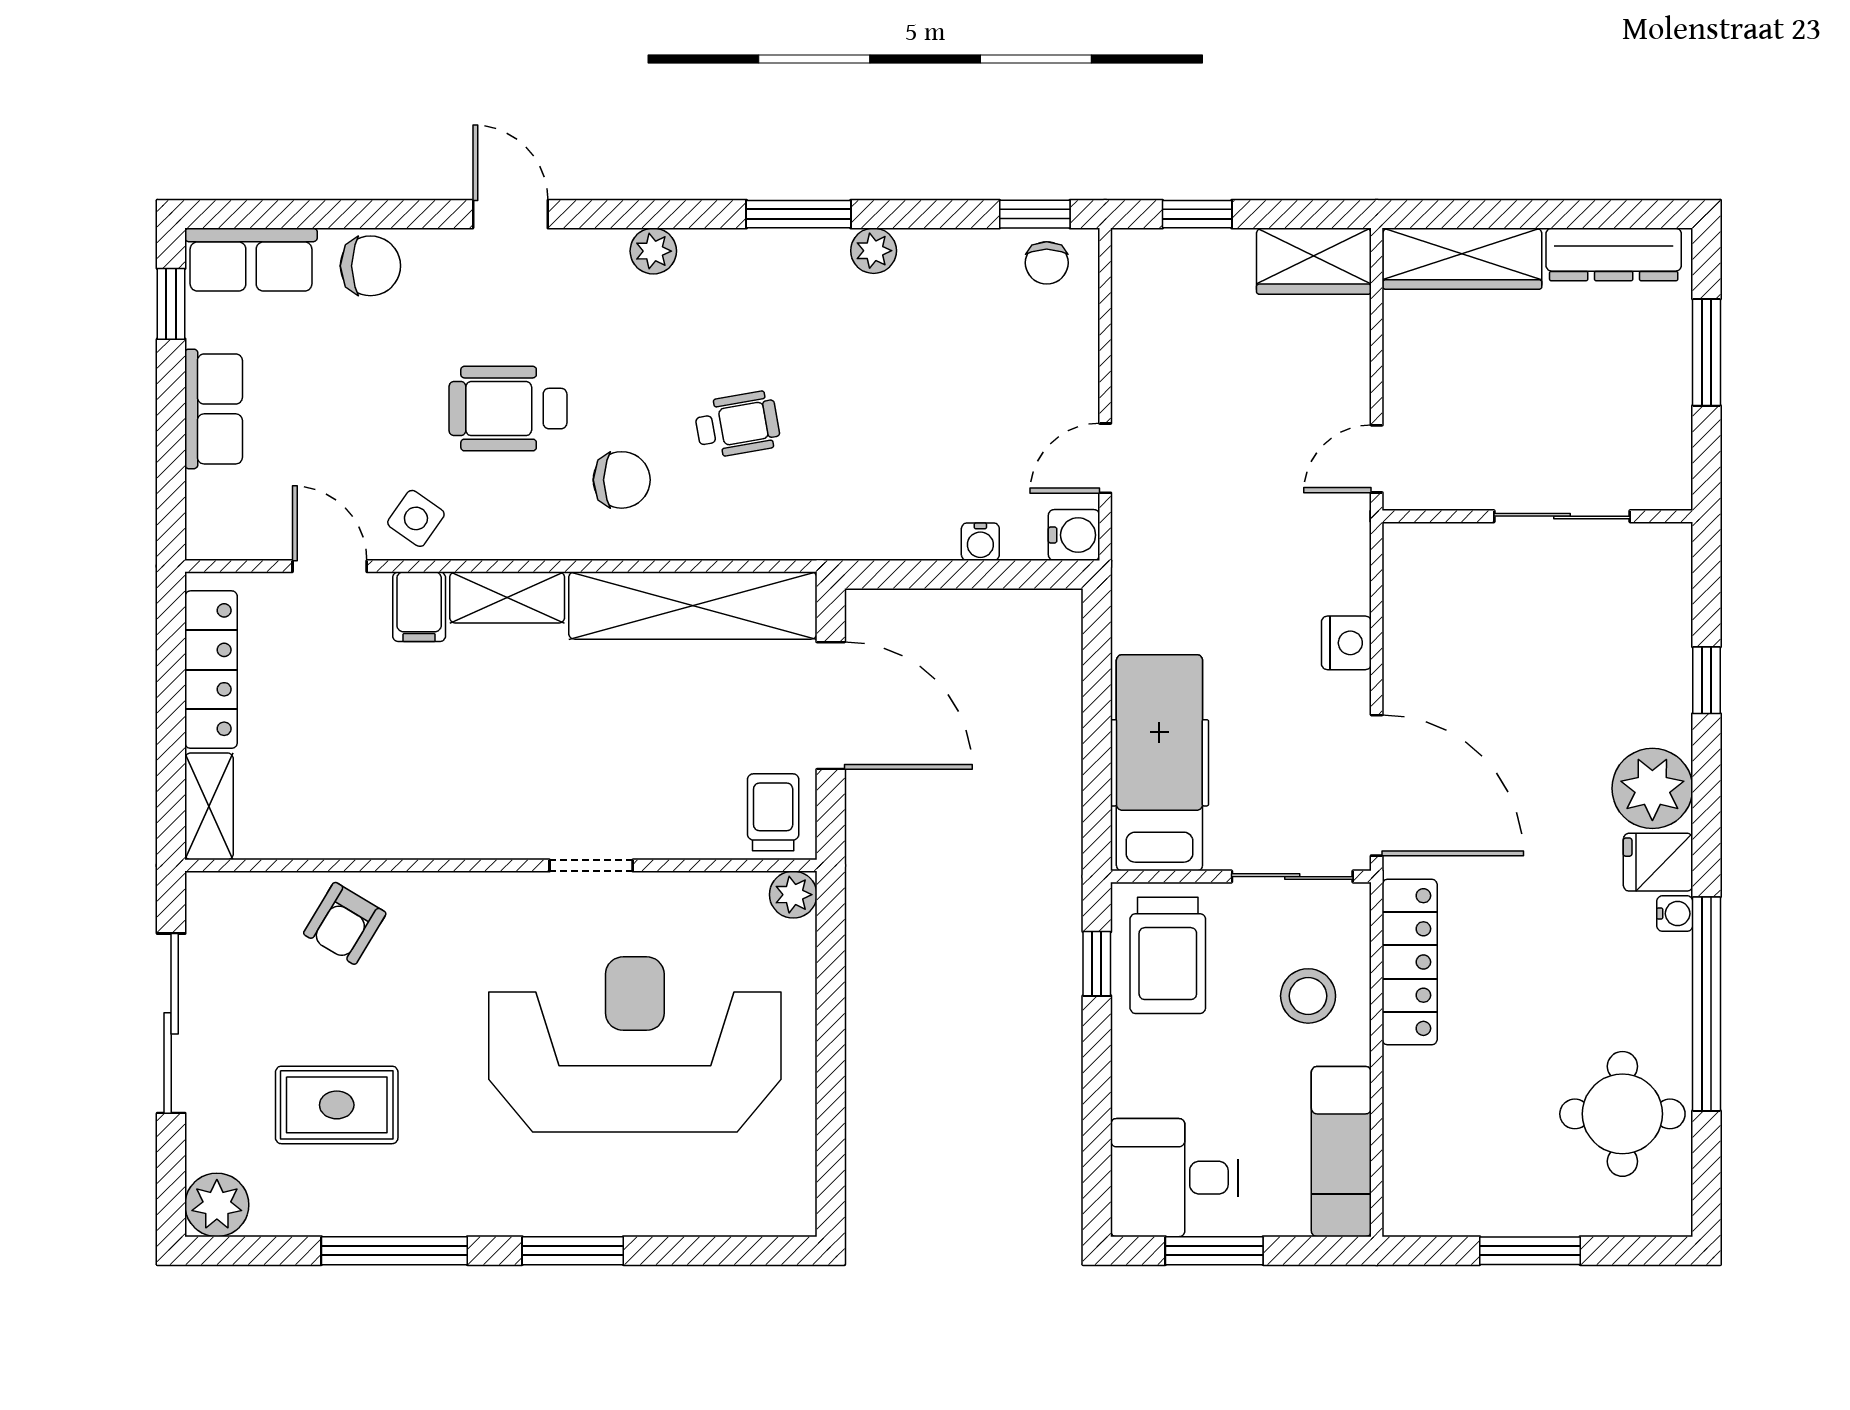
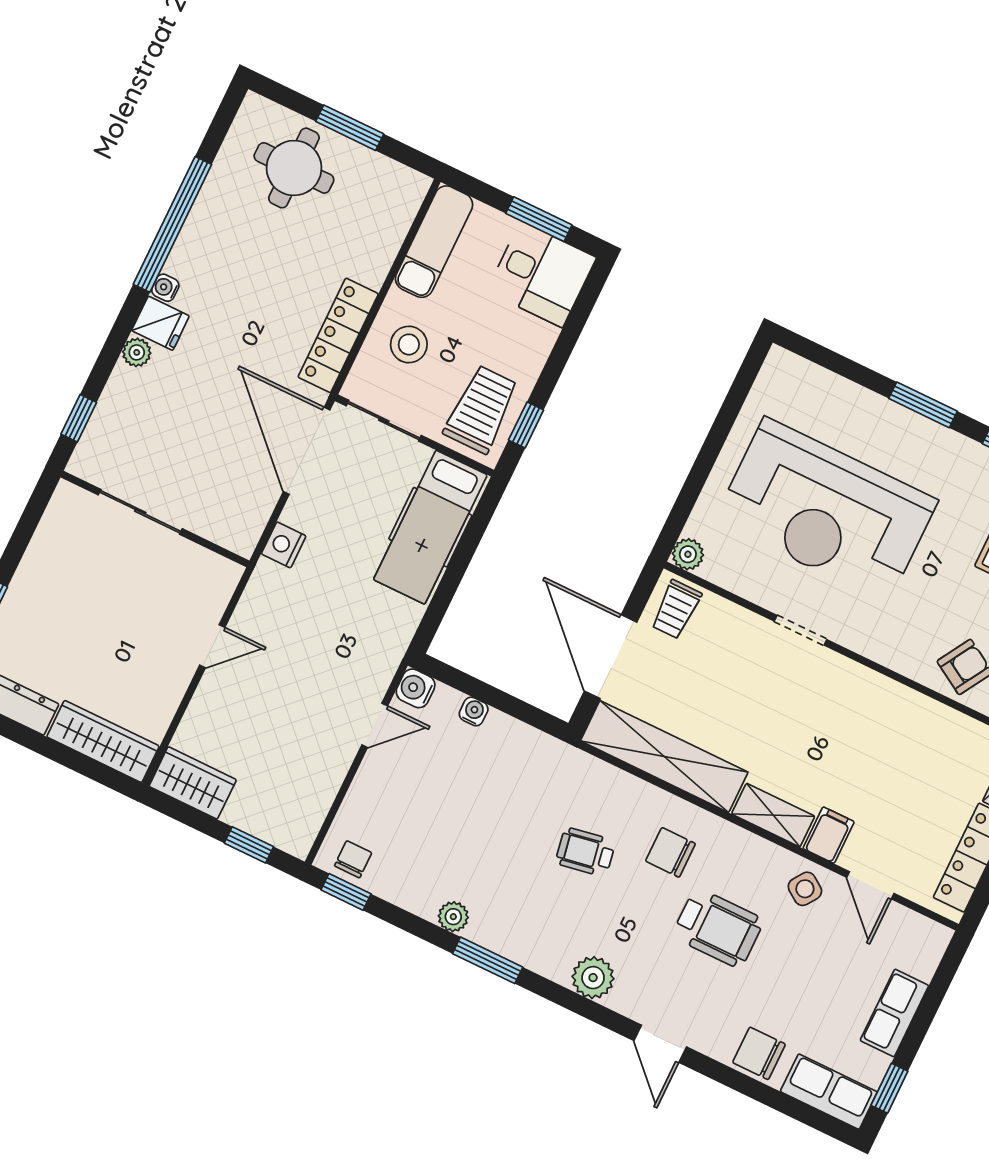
plant: (653, 251) -> (593, 978), width x1.38, depth x1.38
wall: (1537, 516) -> (155, 519), moved
sliding door: (1562, 516) -> (140, 512), moved
plant: (1652, 788) -> (137, 352), width x0.53, depth x0.53
round table: (1622, 1114) -> (294, 168), moved

